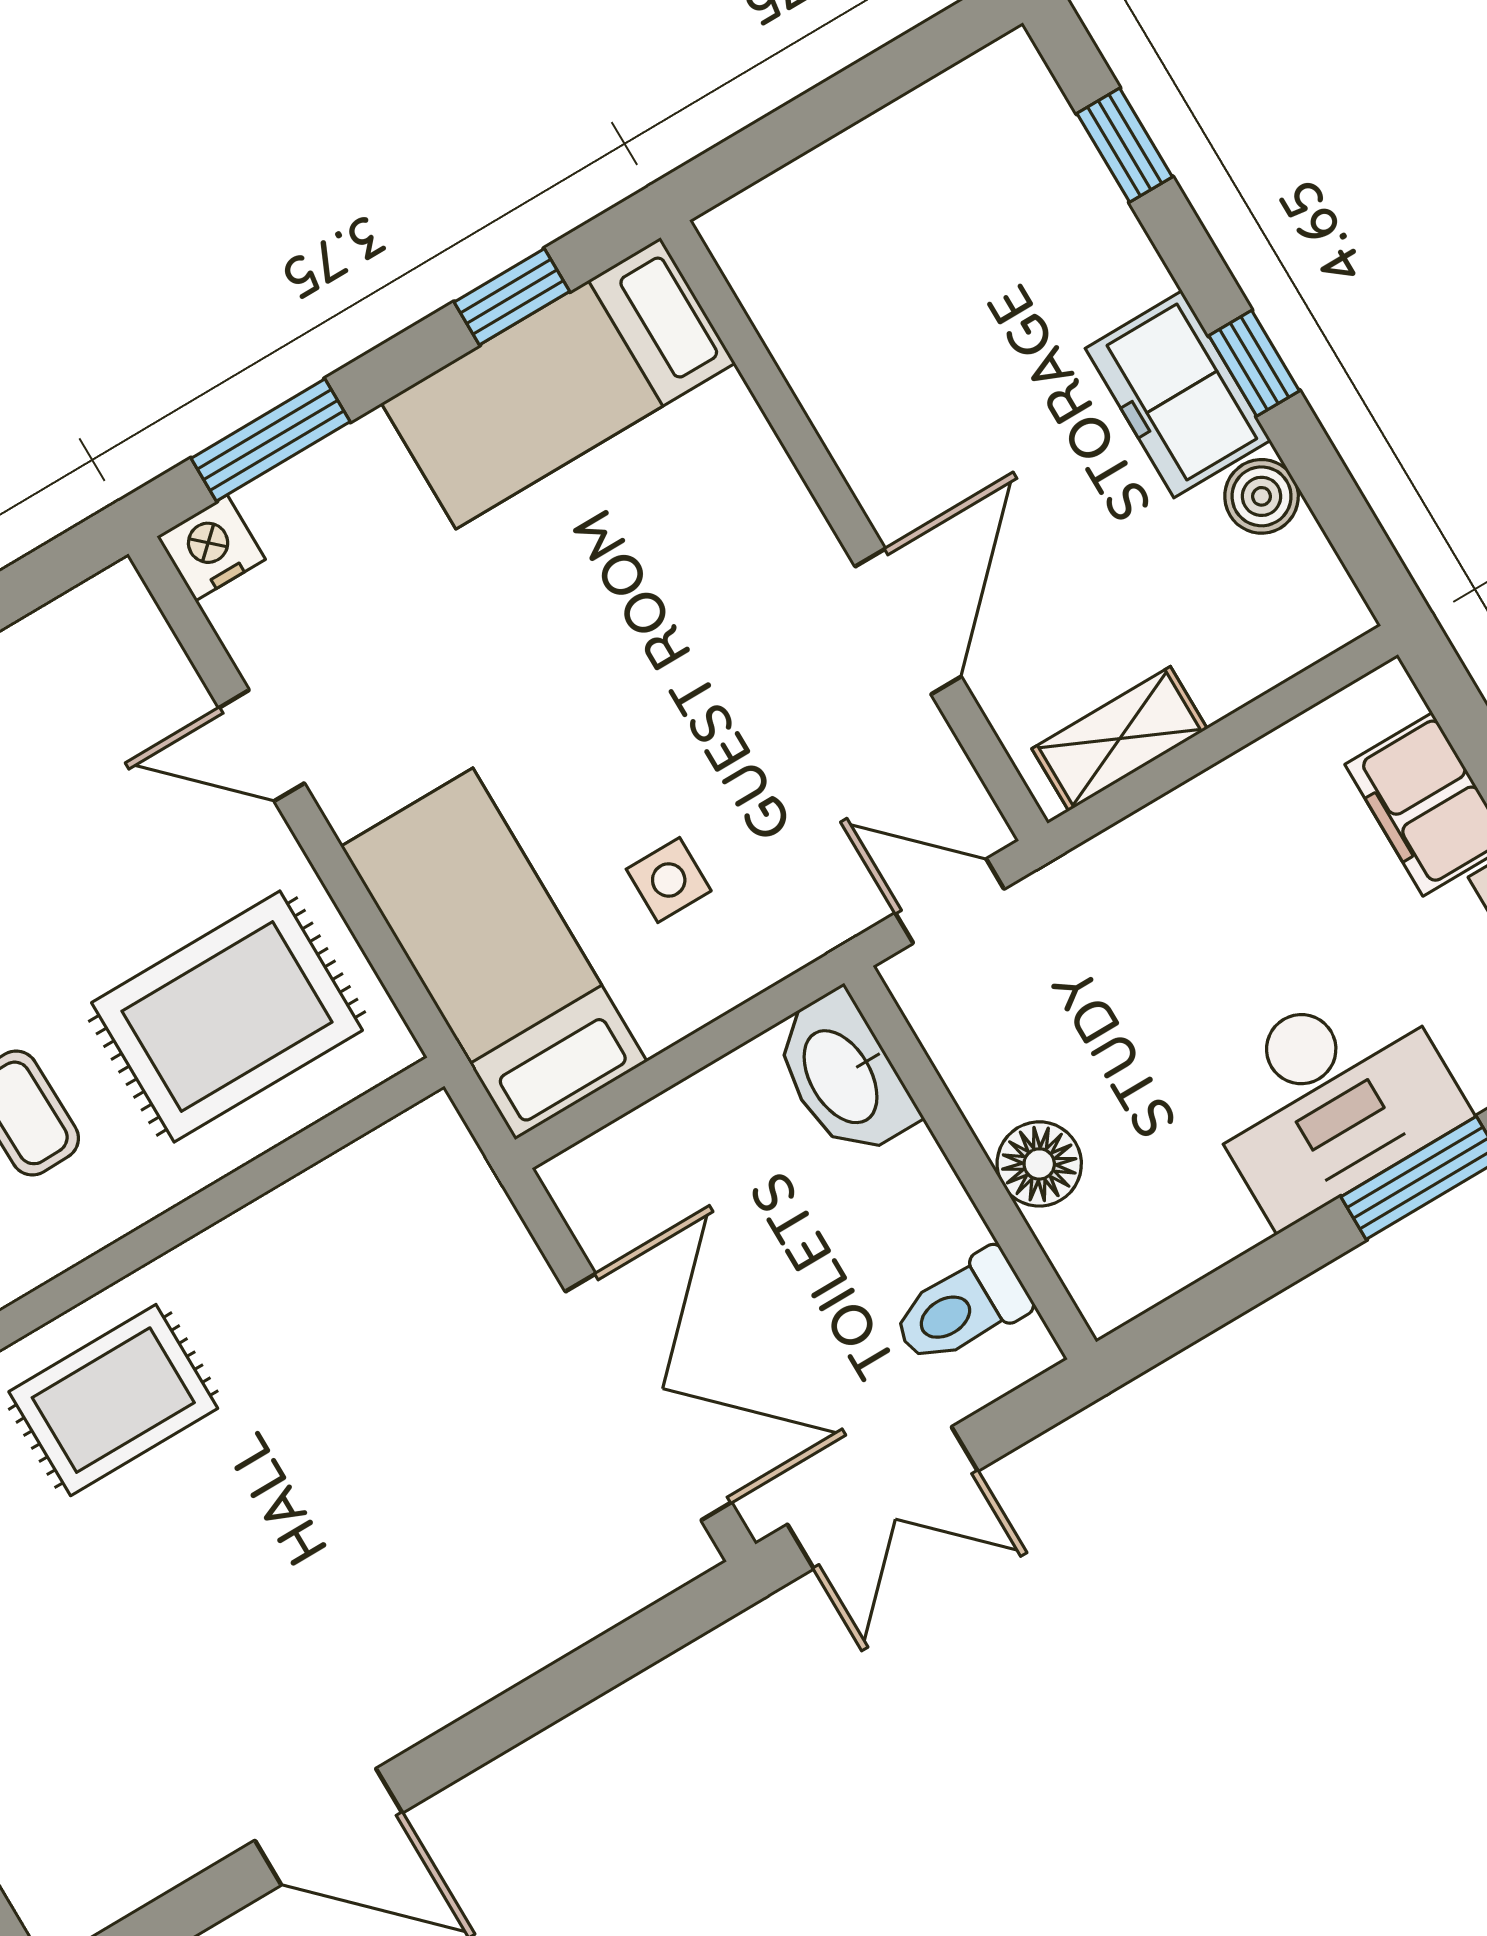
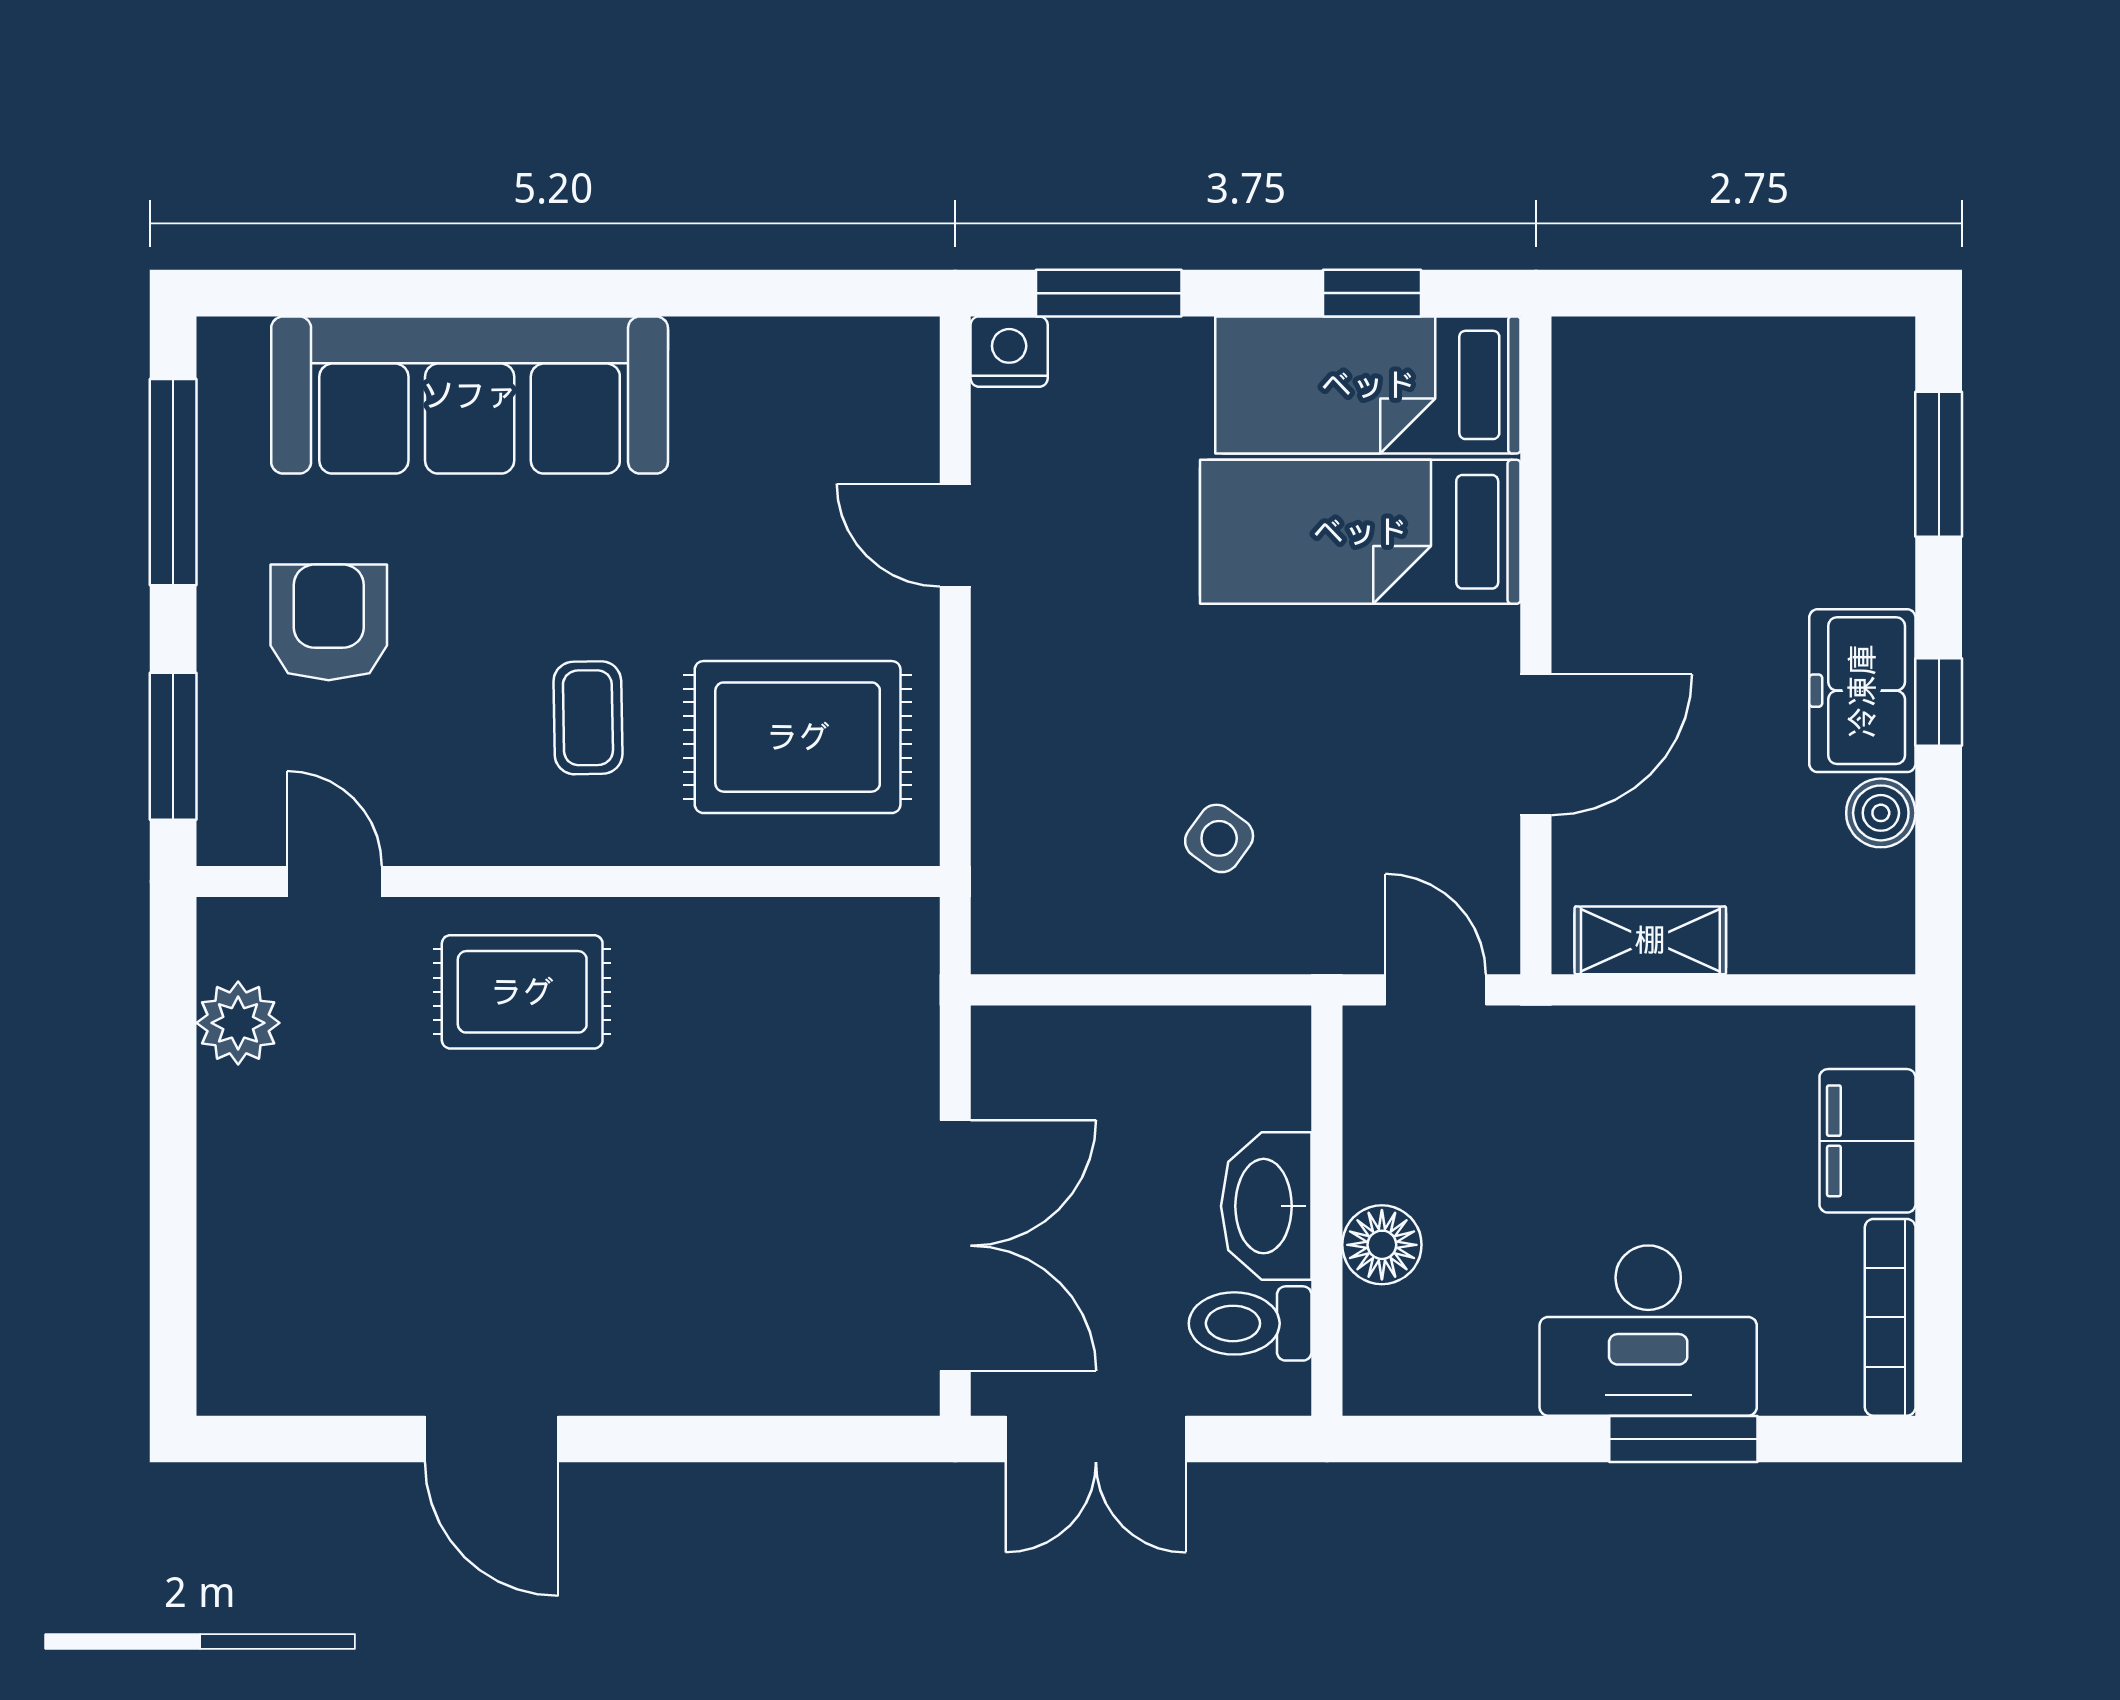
window: (1125, 145) -> (1939, 464), width x1.50
side table: (669, 880) -> (1219, 838), turned 36
bed: (494, 954) -> (1360, 532), moved, turned -90
washbasin: (843, 1075) -> (1266, 1206), moved

